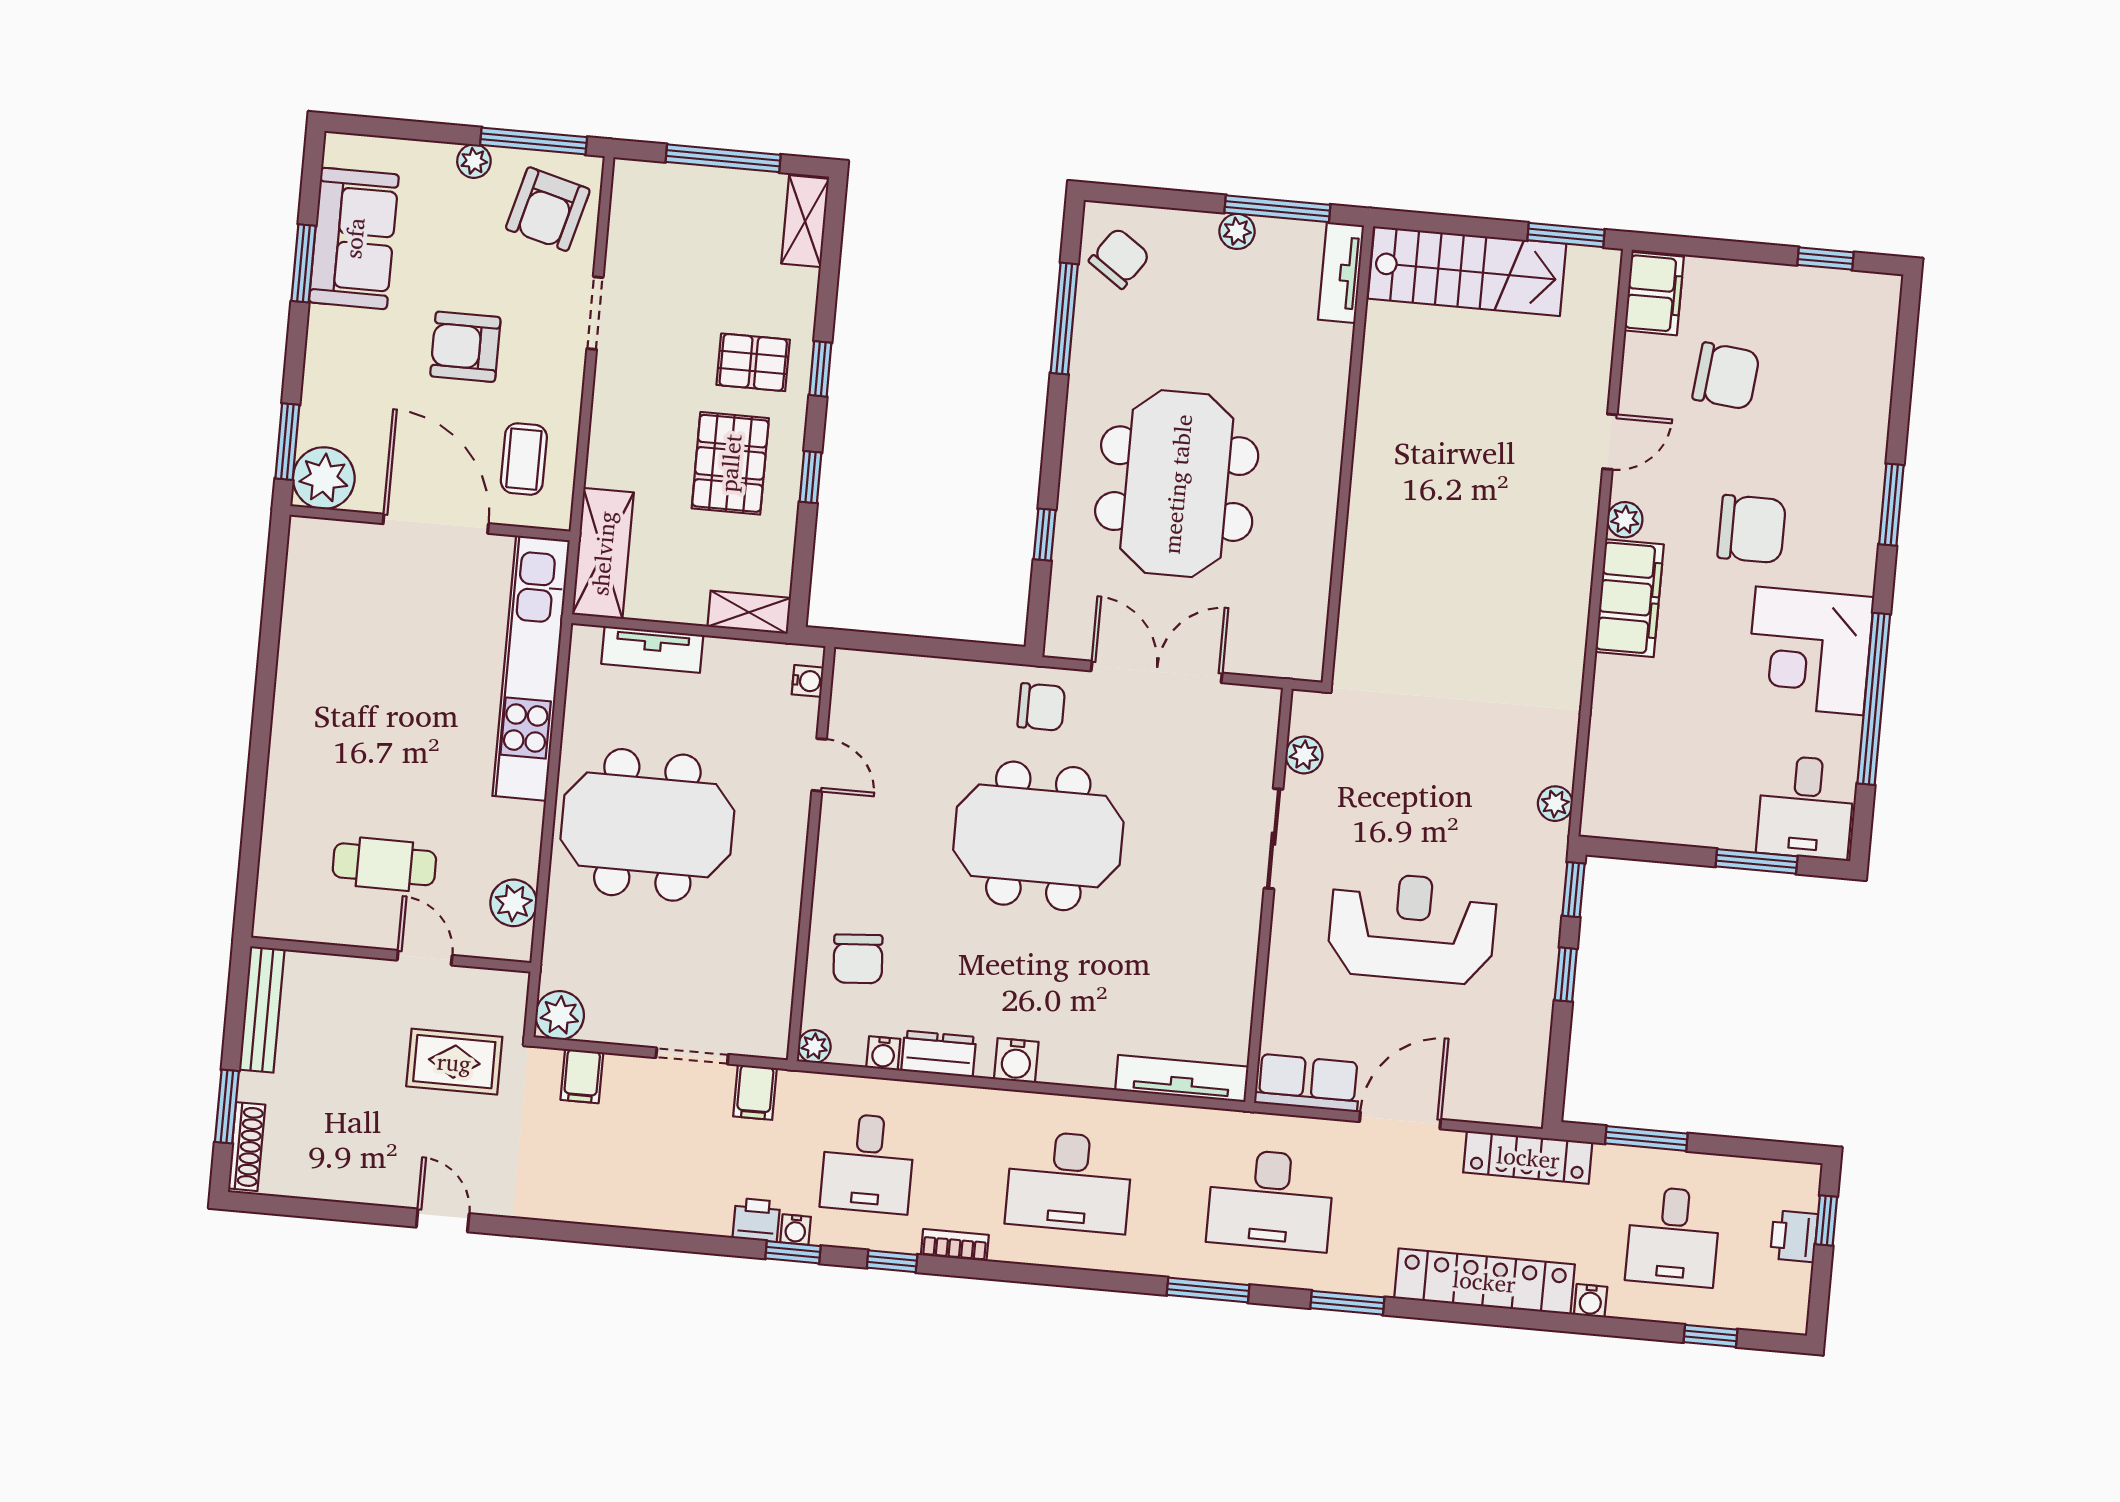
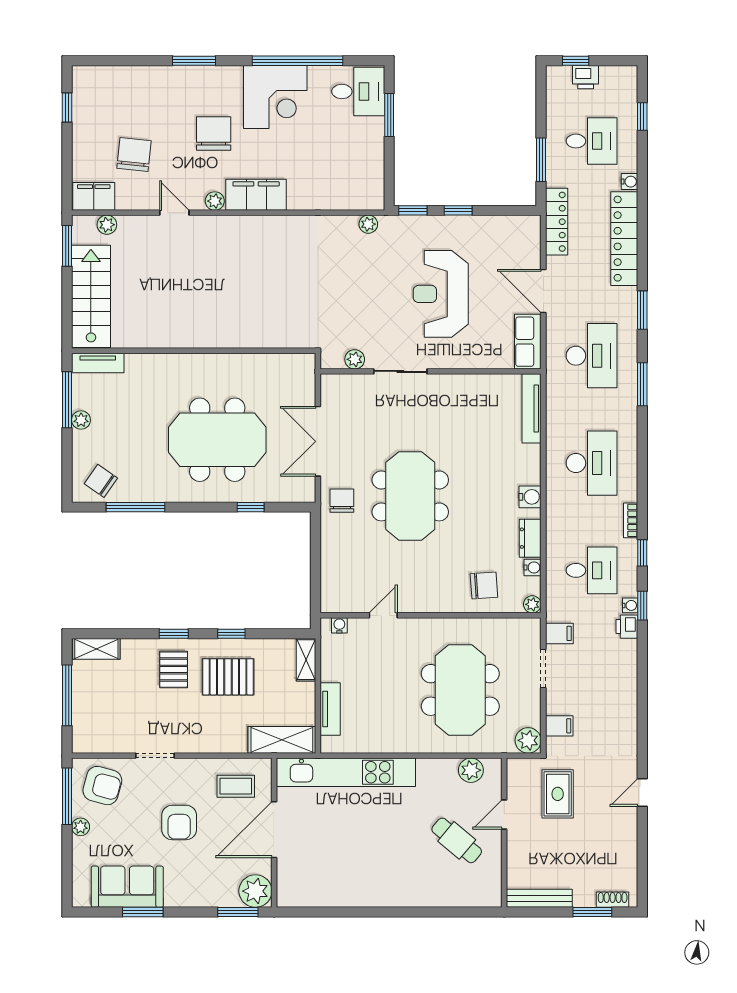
plant: (1599, 313) -> (107, 225), added
meeting table: (647, 825) -> (460, 690), moved
cafe table: (384, 864) -> (457, 840), turned -50
shoe rack: (247, 1147) -> (613, 900), width x0.70

